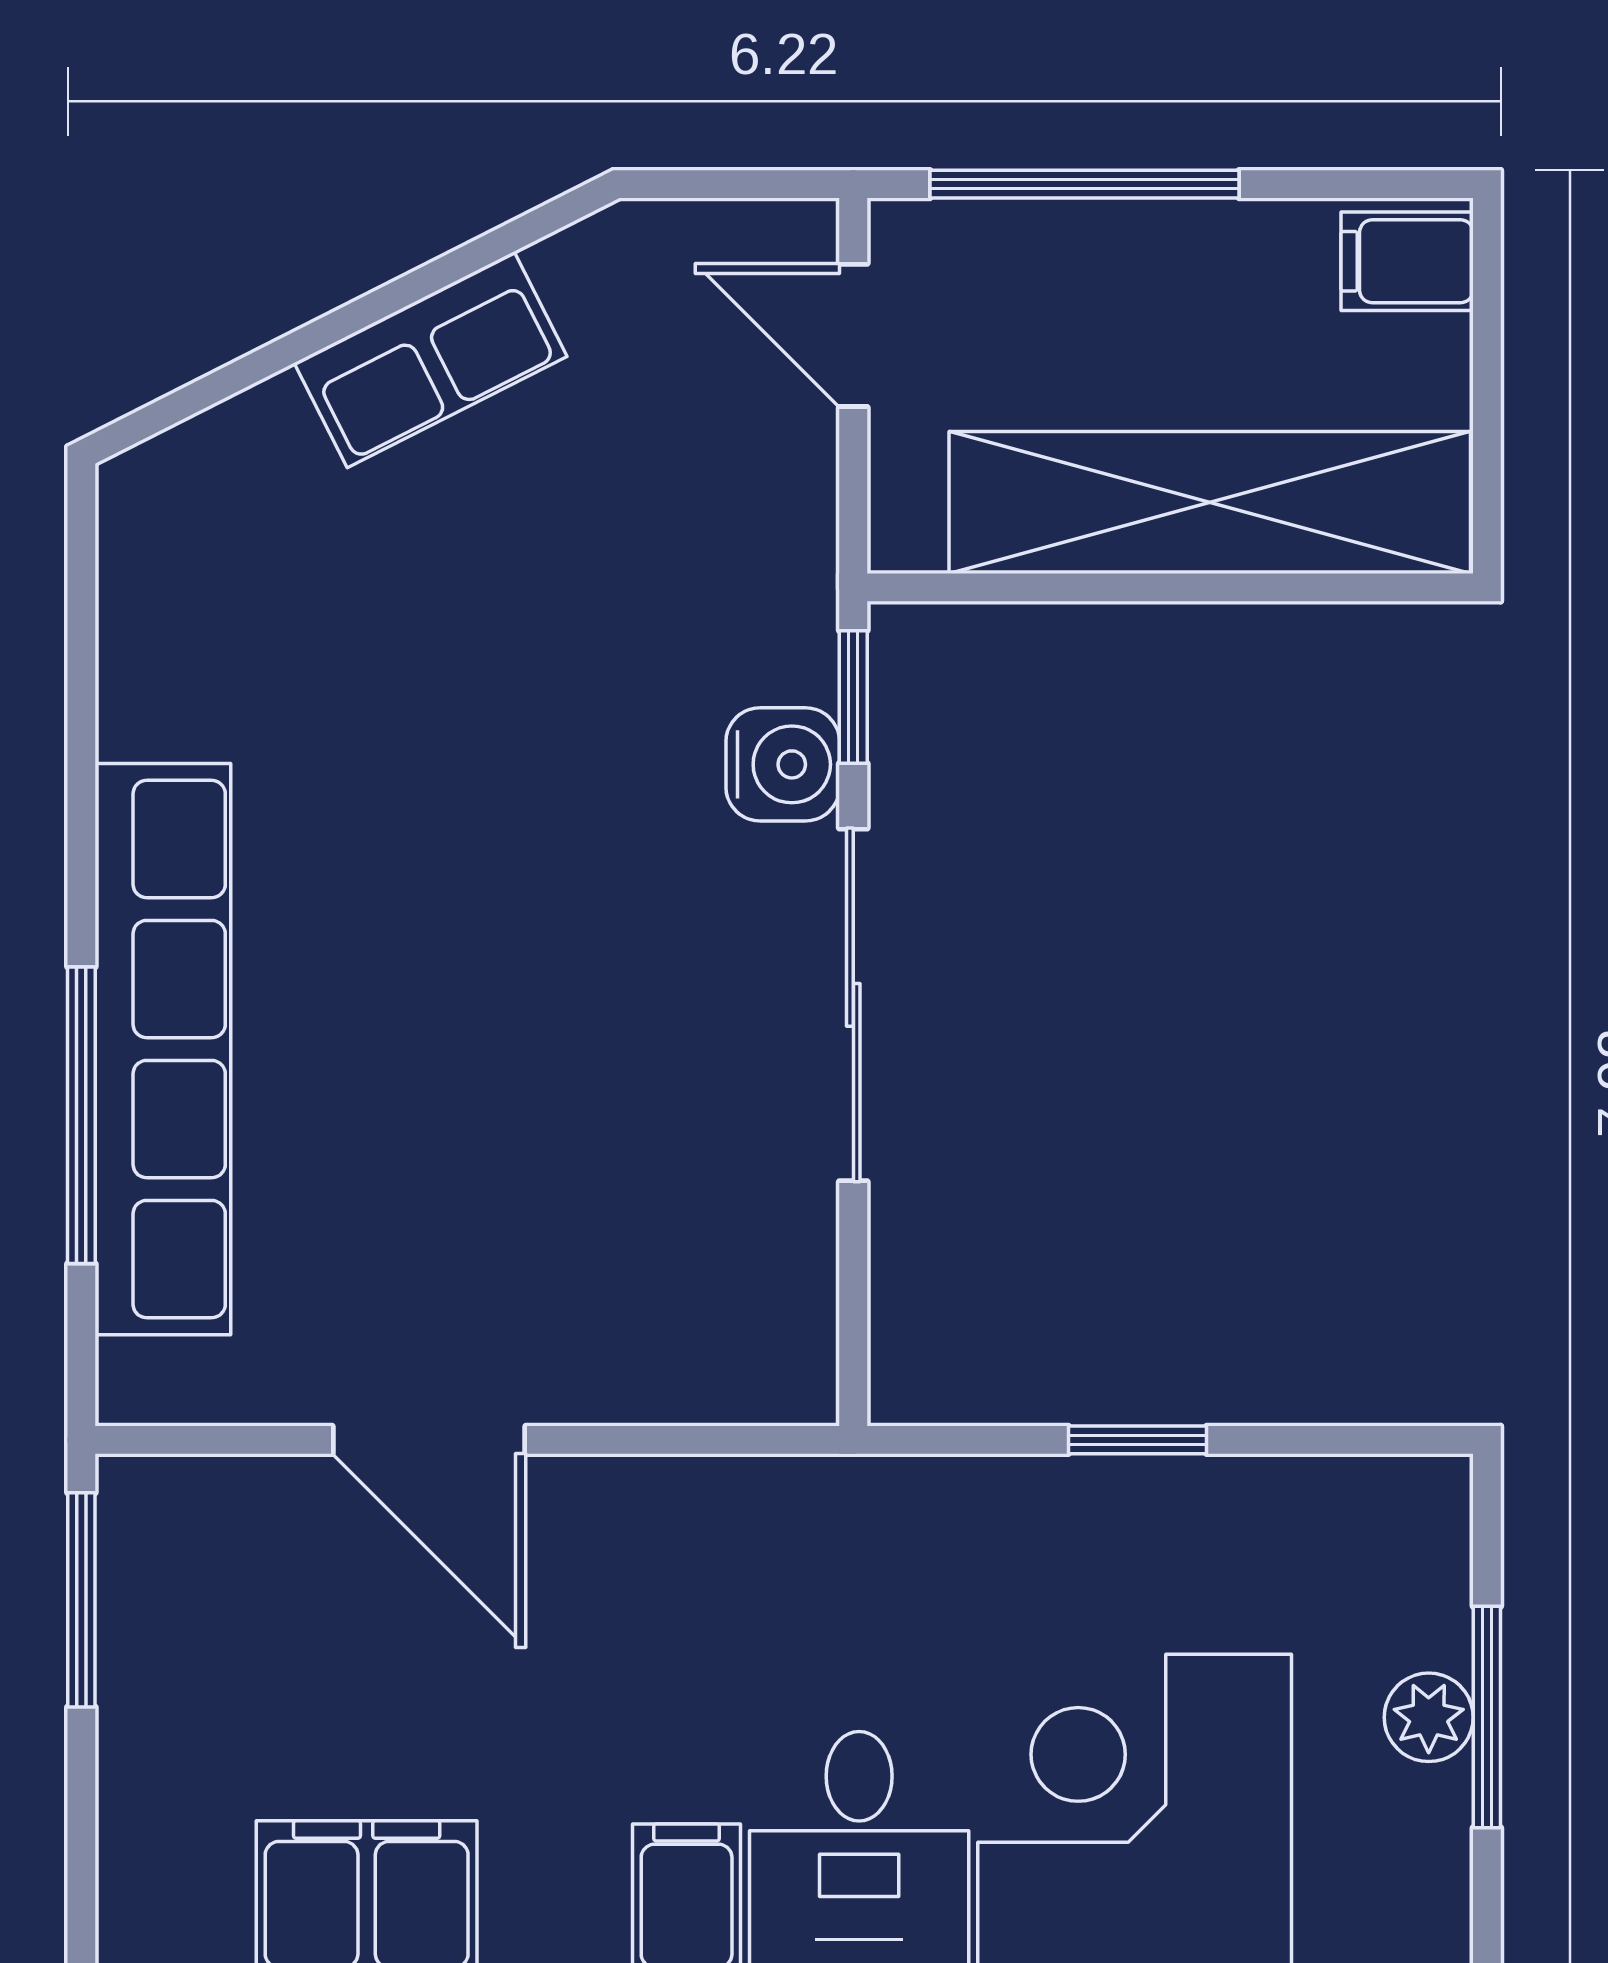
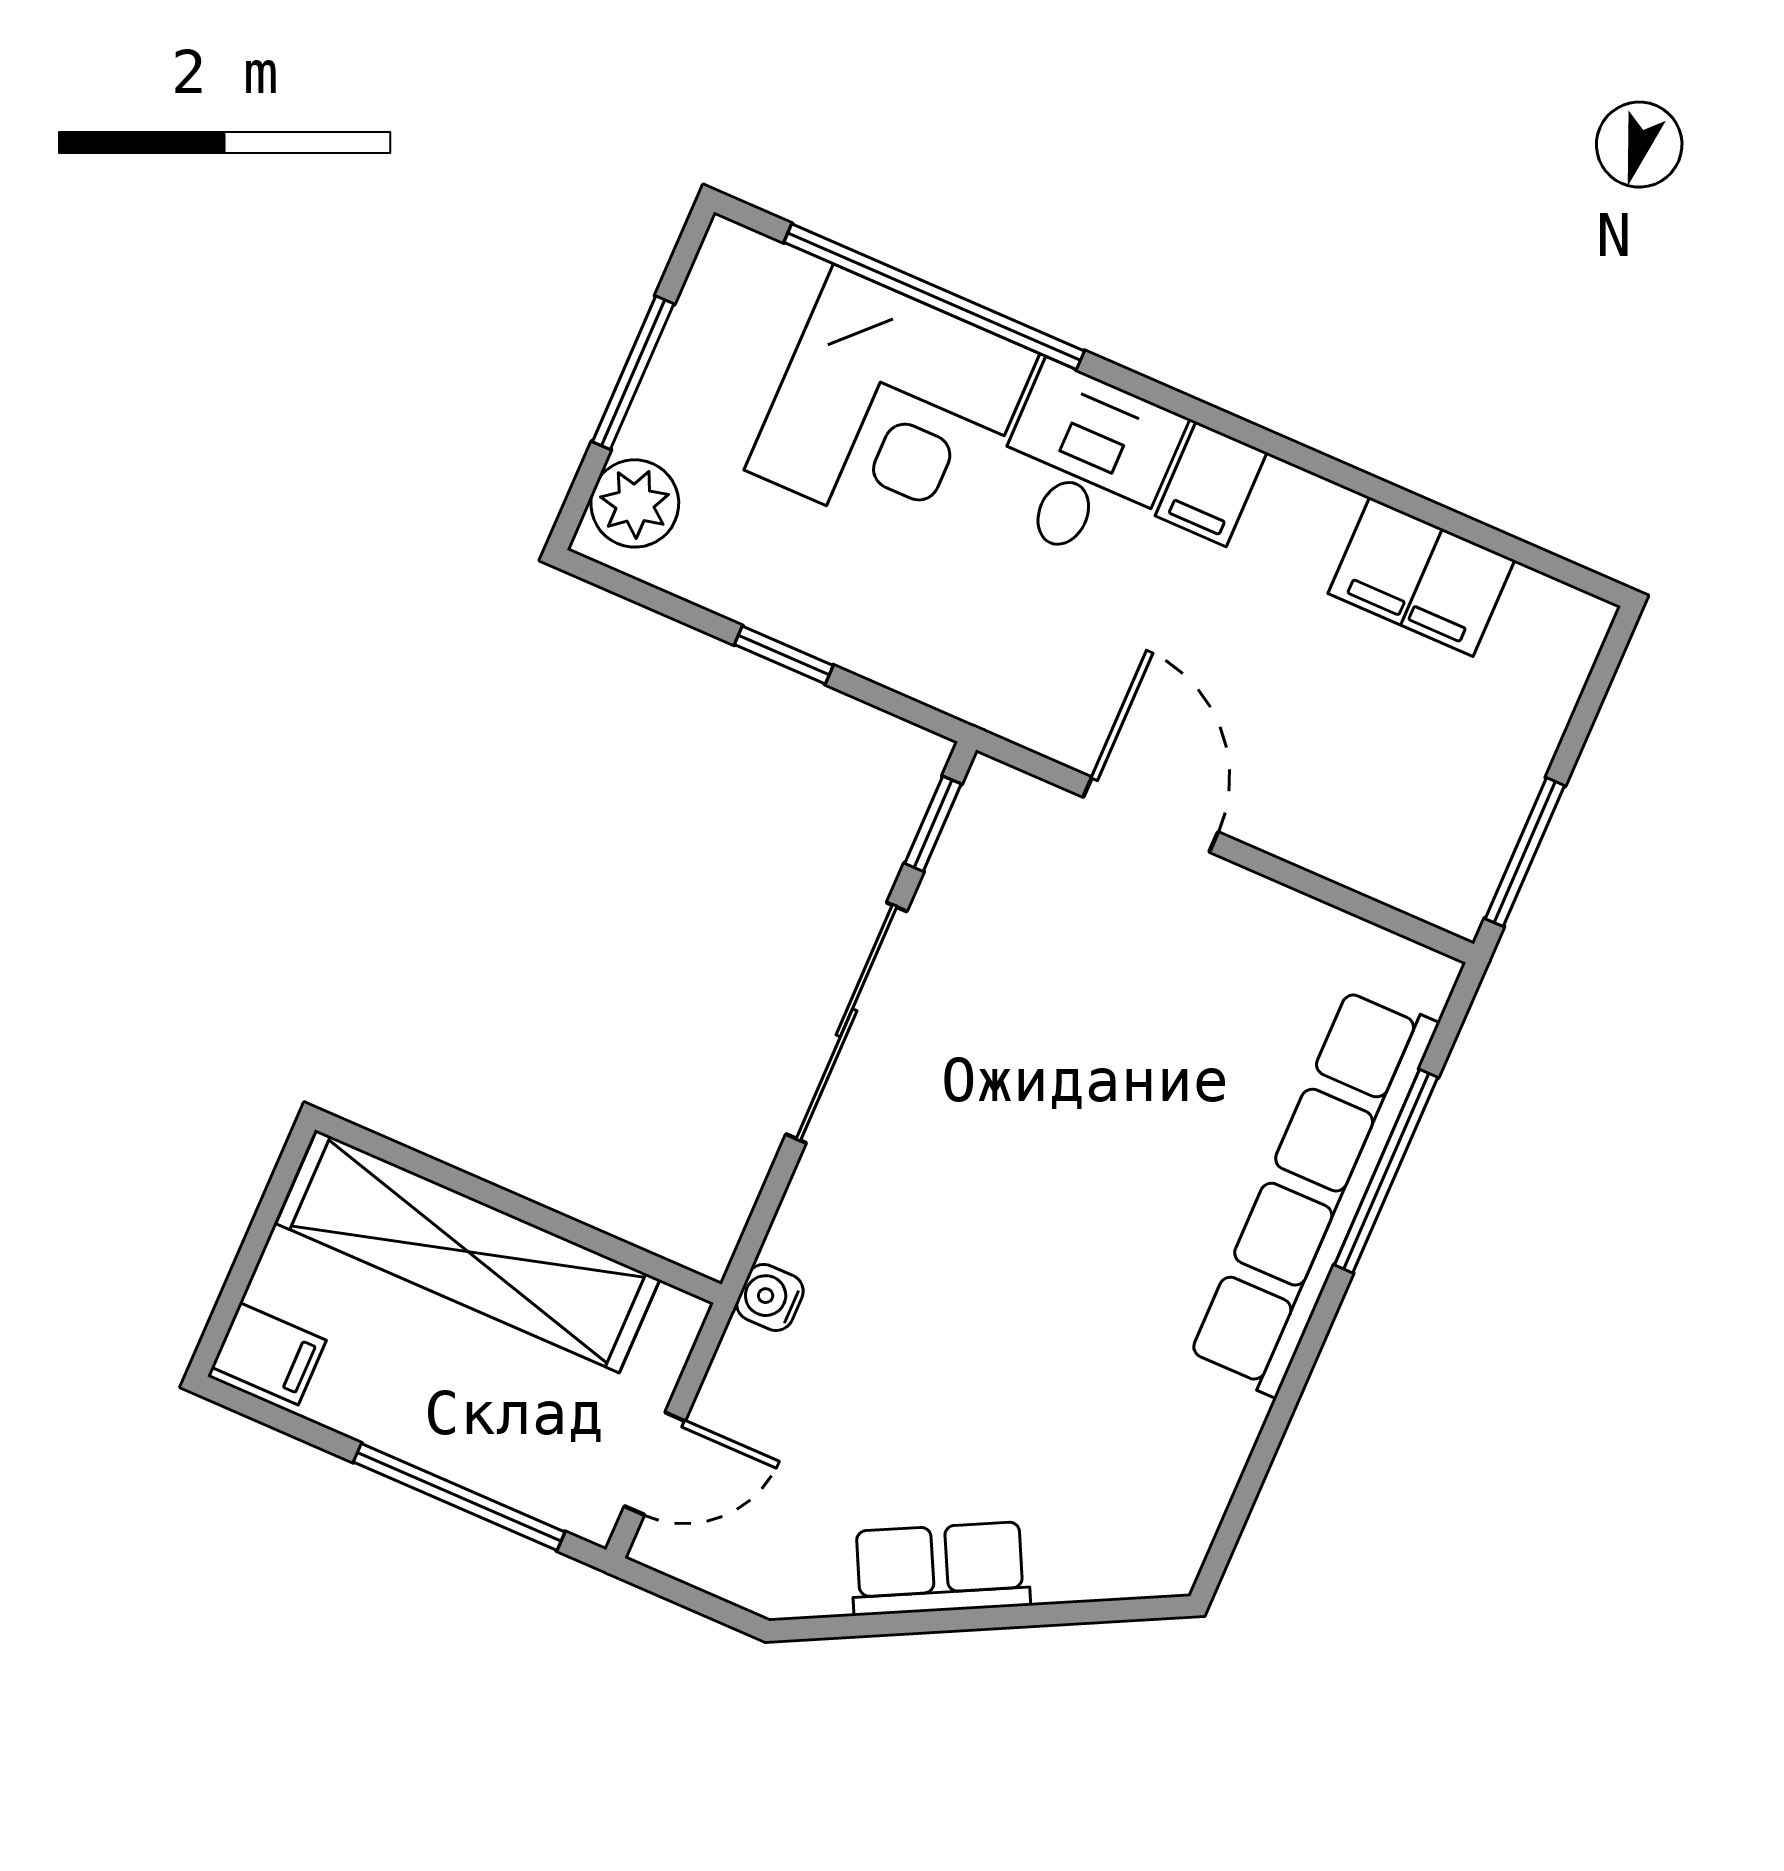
door: (853, 335) -> (655, 1464), hinge flipped
window: (853, 697) -> (933, 824), moved
water cooler: (783, 764) -> (770, 1297), moved, width x0.72, depth x0.72
door: (429, 1440) -> (1151, 815), moved
plant: (1429, 1717) -> (635, 503), moved, width x1.38, depth x1.38

